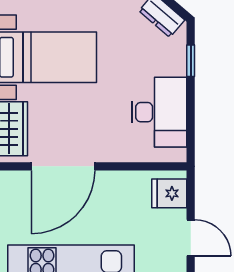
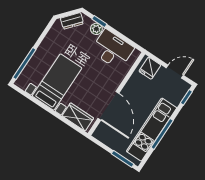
plant: (175, 64) -> (96, 29), added

